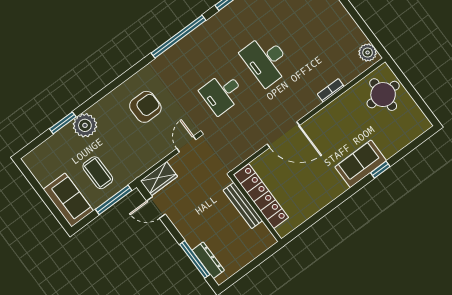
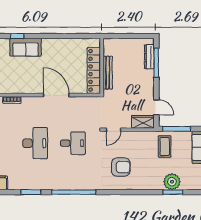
armchair: (145, 107) -> (121, 167), turned 180
plant: (85, 125) -> (172, 182), moved
coffee table: (98, 173) -> (165, 146), moved

